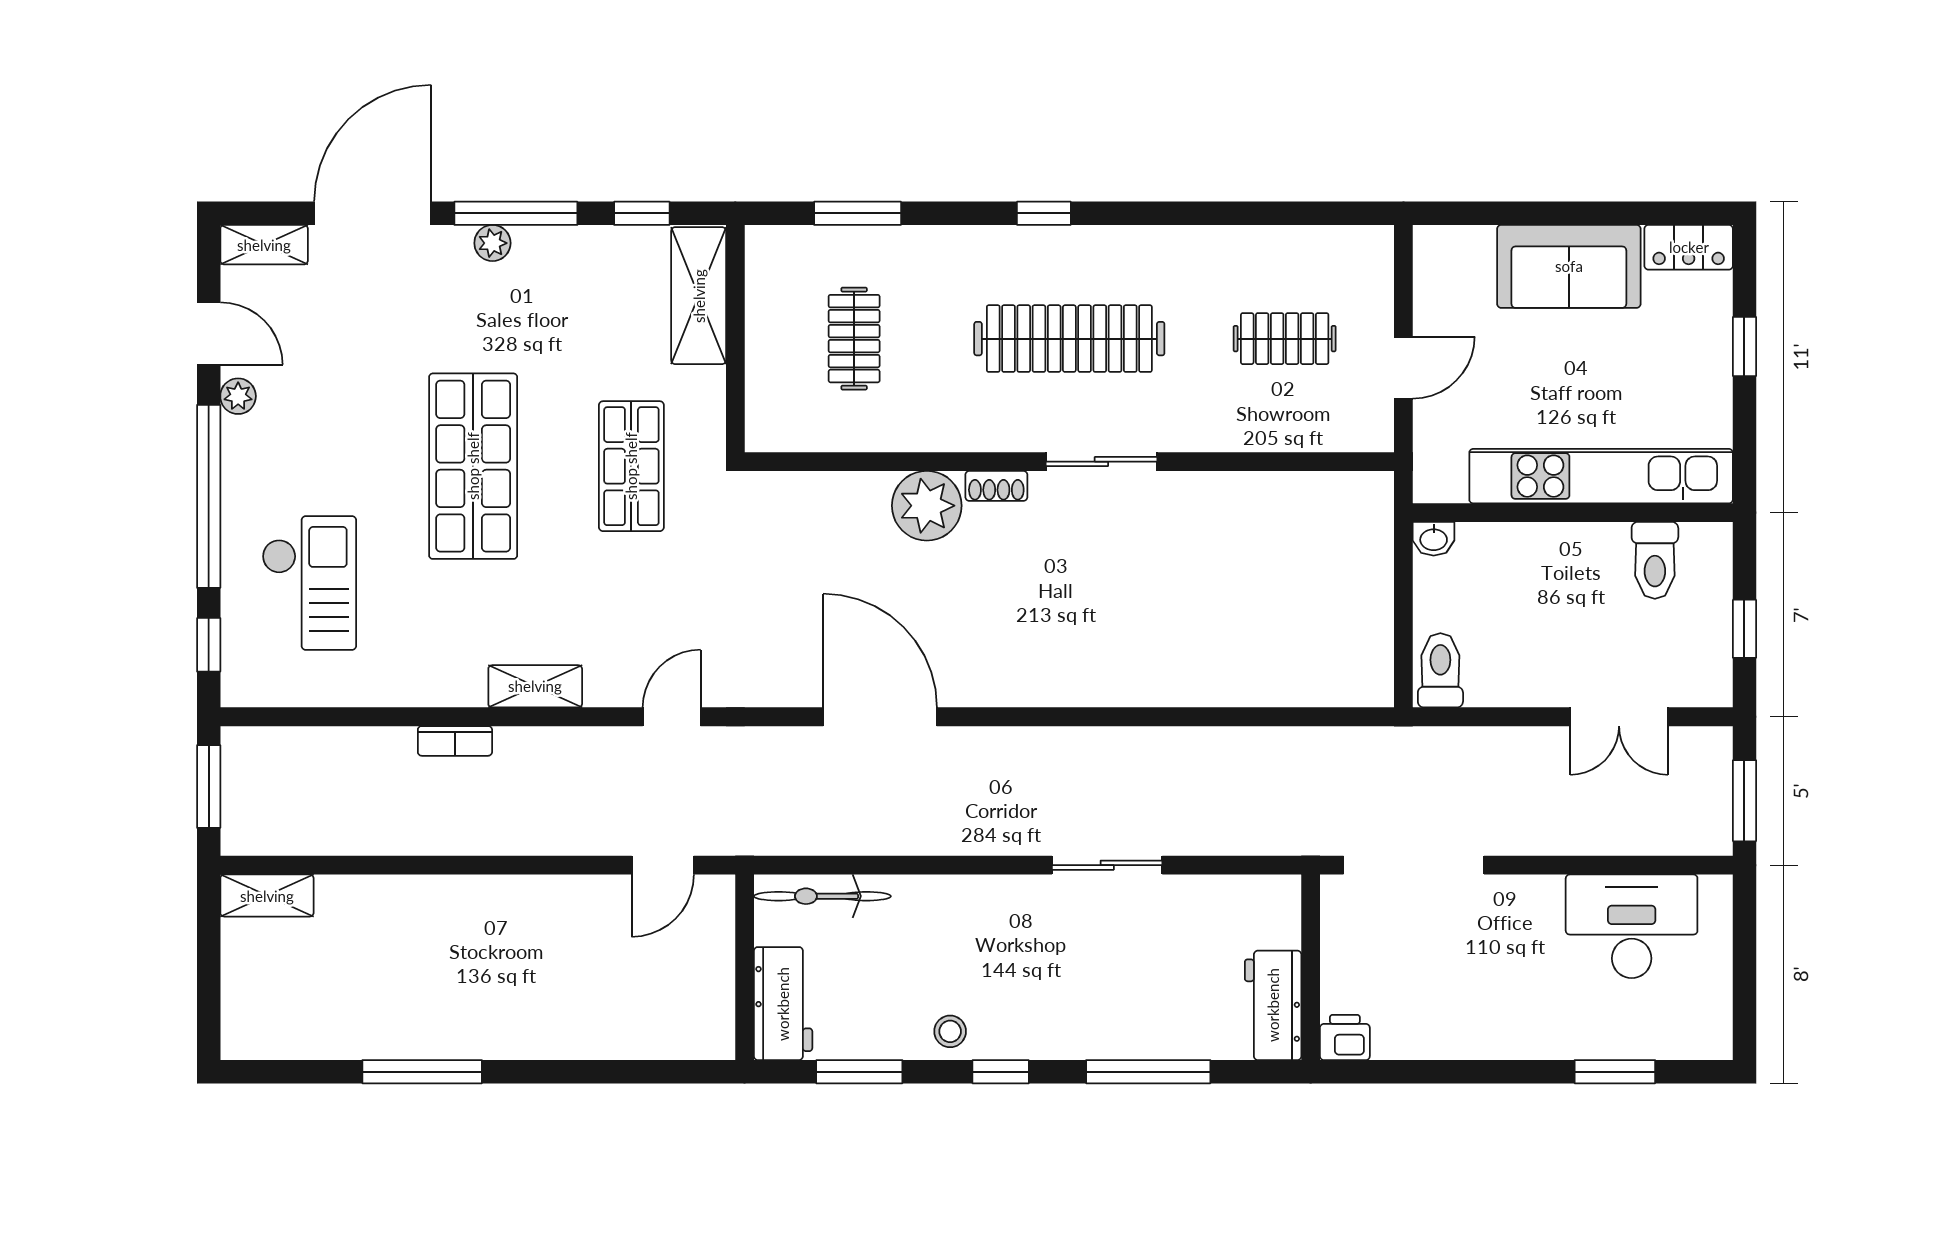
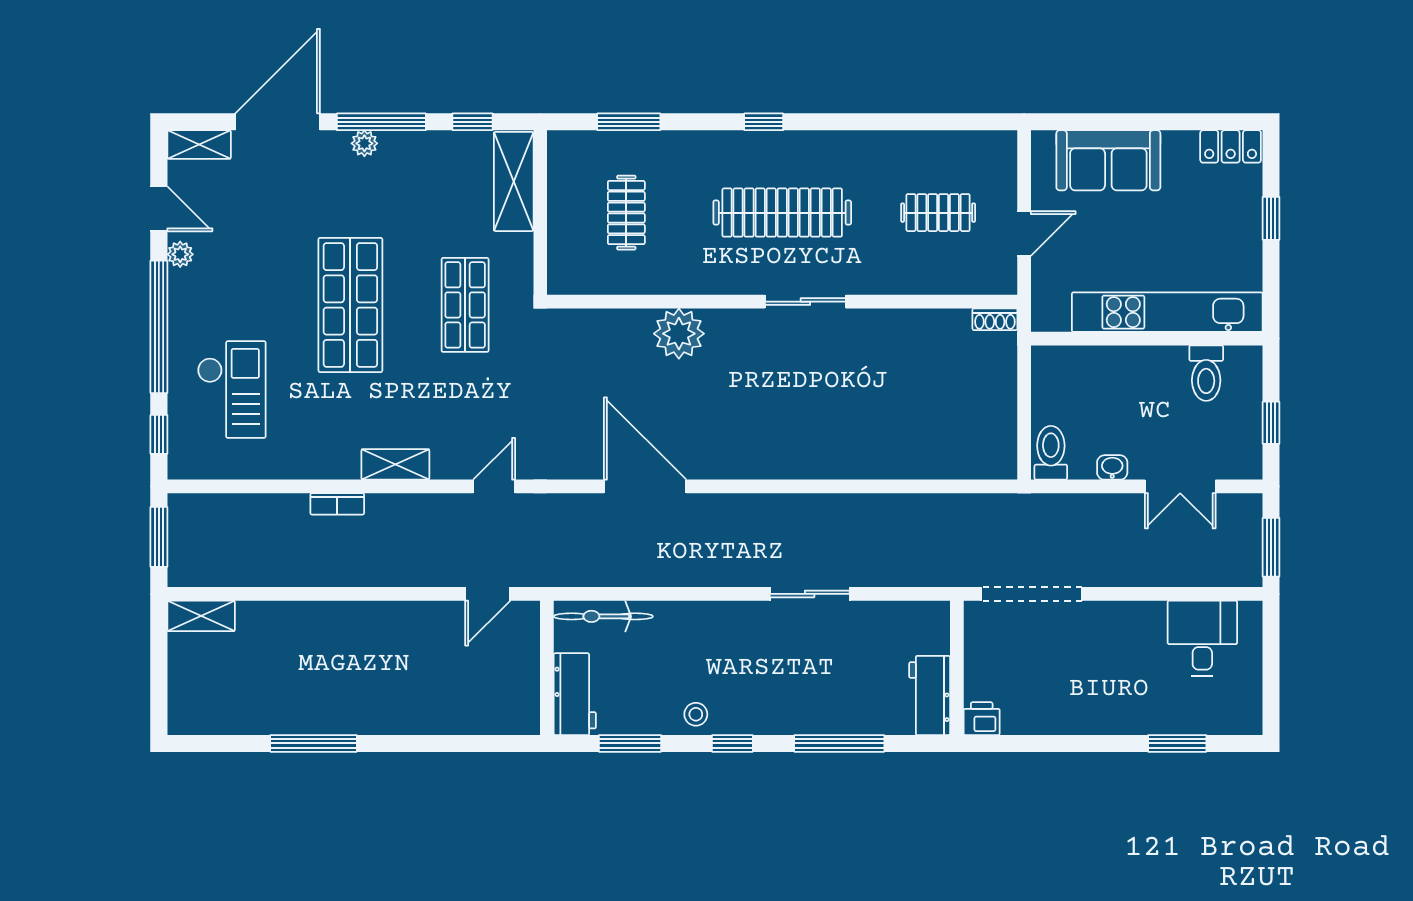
sofa: (1569, 266) -> (1108, 160), moved
shoe rack: (996, 486) -> (995, 319), moved
washbasin: (1434, 539) -> (1112, 467), moved, turned 180
desk: (1632, 926) -> (1202, 638), width x0.73

